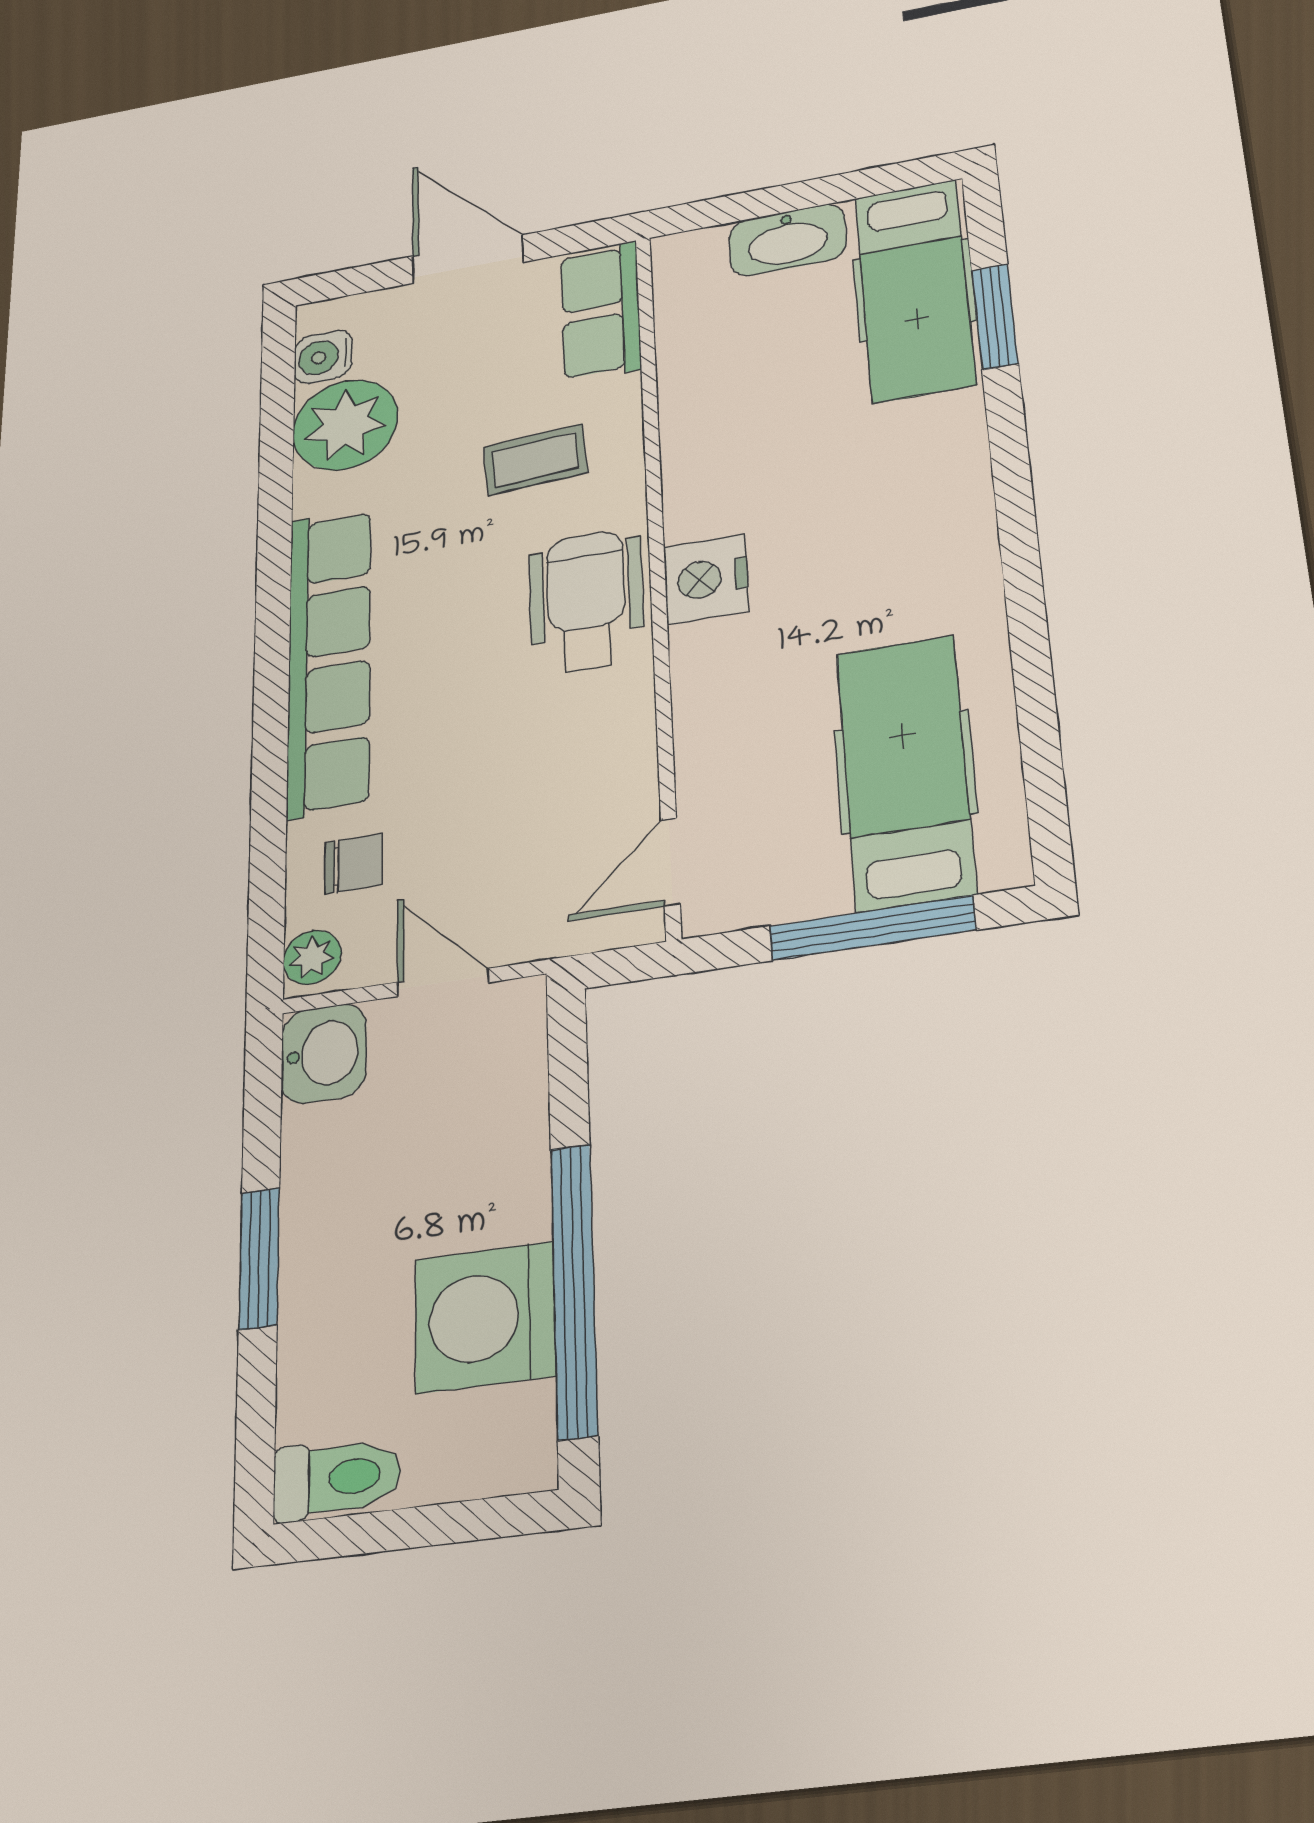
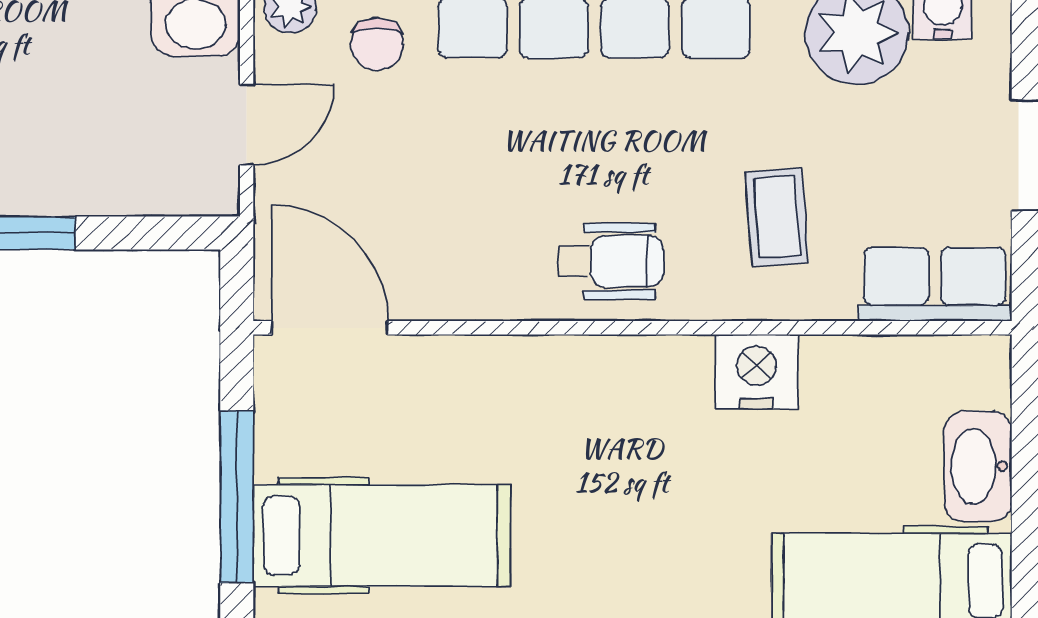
nightstand: (706, 579) -> (757, 372), moved
wheelchair: (586, 601) -> (611, 261), width x0.73, depth x0.73
door: (670, 862) -> (330, 328), width x1.38

